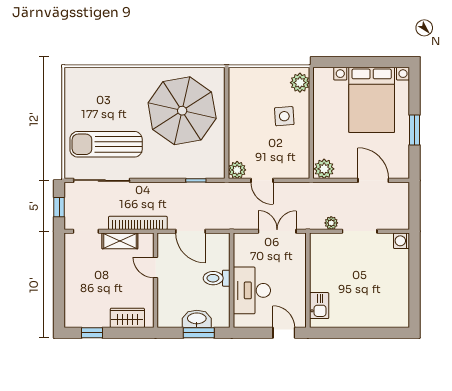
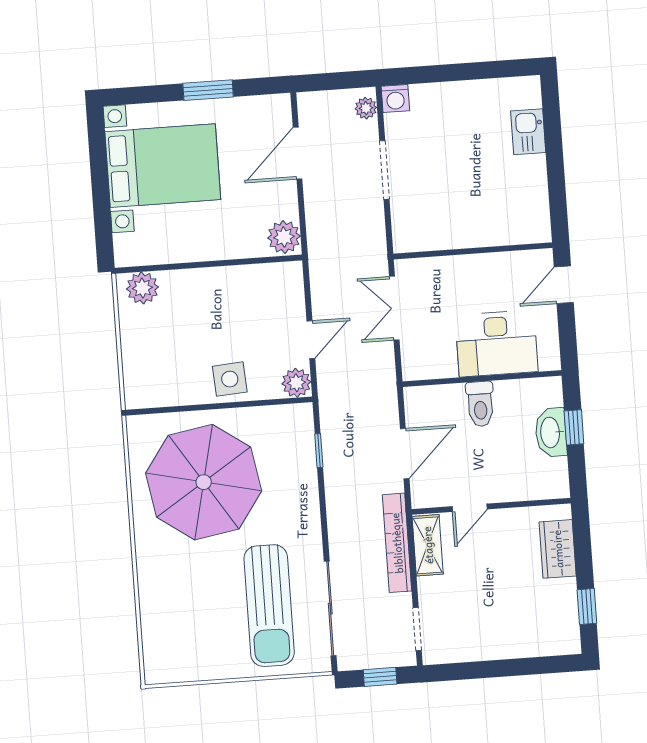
side table: (284, 116) -> (230, 379), moved
plant: (331, 223) -> (366, 108), moved
shelving: (120, 241) -> (428, 545), moved
kitchen sink: (319, 306) -> (528, 132), moved, turned -90
window: (199, 333) -> (574, 427), width x0.67

